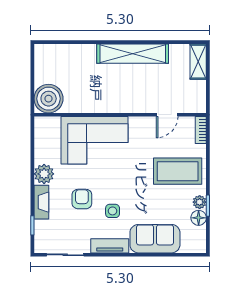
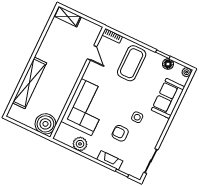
shelving: (133, 54) -> (29, 83), moved
plant: (44, 174) -> (80, 144), moved
plant: (200, 202) -> (187, 72), moved
tv unit: (110, 246) -> (159, 130), removed

